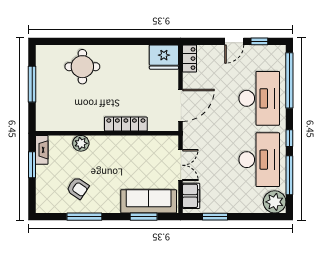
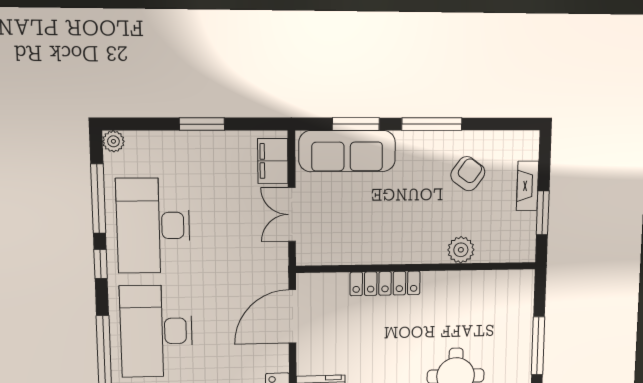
fireplace: (42, 150) -> (528, 186), moved
armchair: (78, 188) -> (468, 174), turned 92
plant: (275, 202) -> (113, 141), width x0.53, depth x0.53
window: (84, 217) -> (432, 124), moved
window: (215, 217) -> (202, 124), moved

